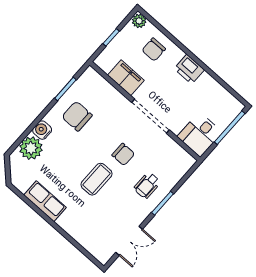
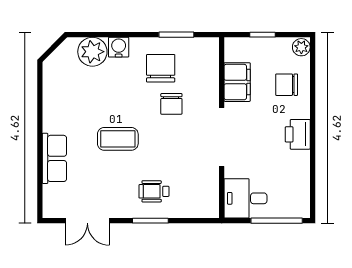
chair: (123, 154) -> (171, 104), moved
row of seats: (45, 201) -> (54, 158), moved

